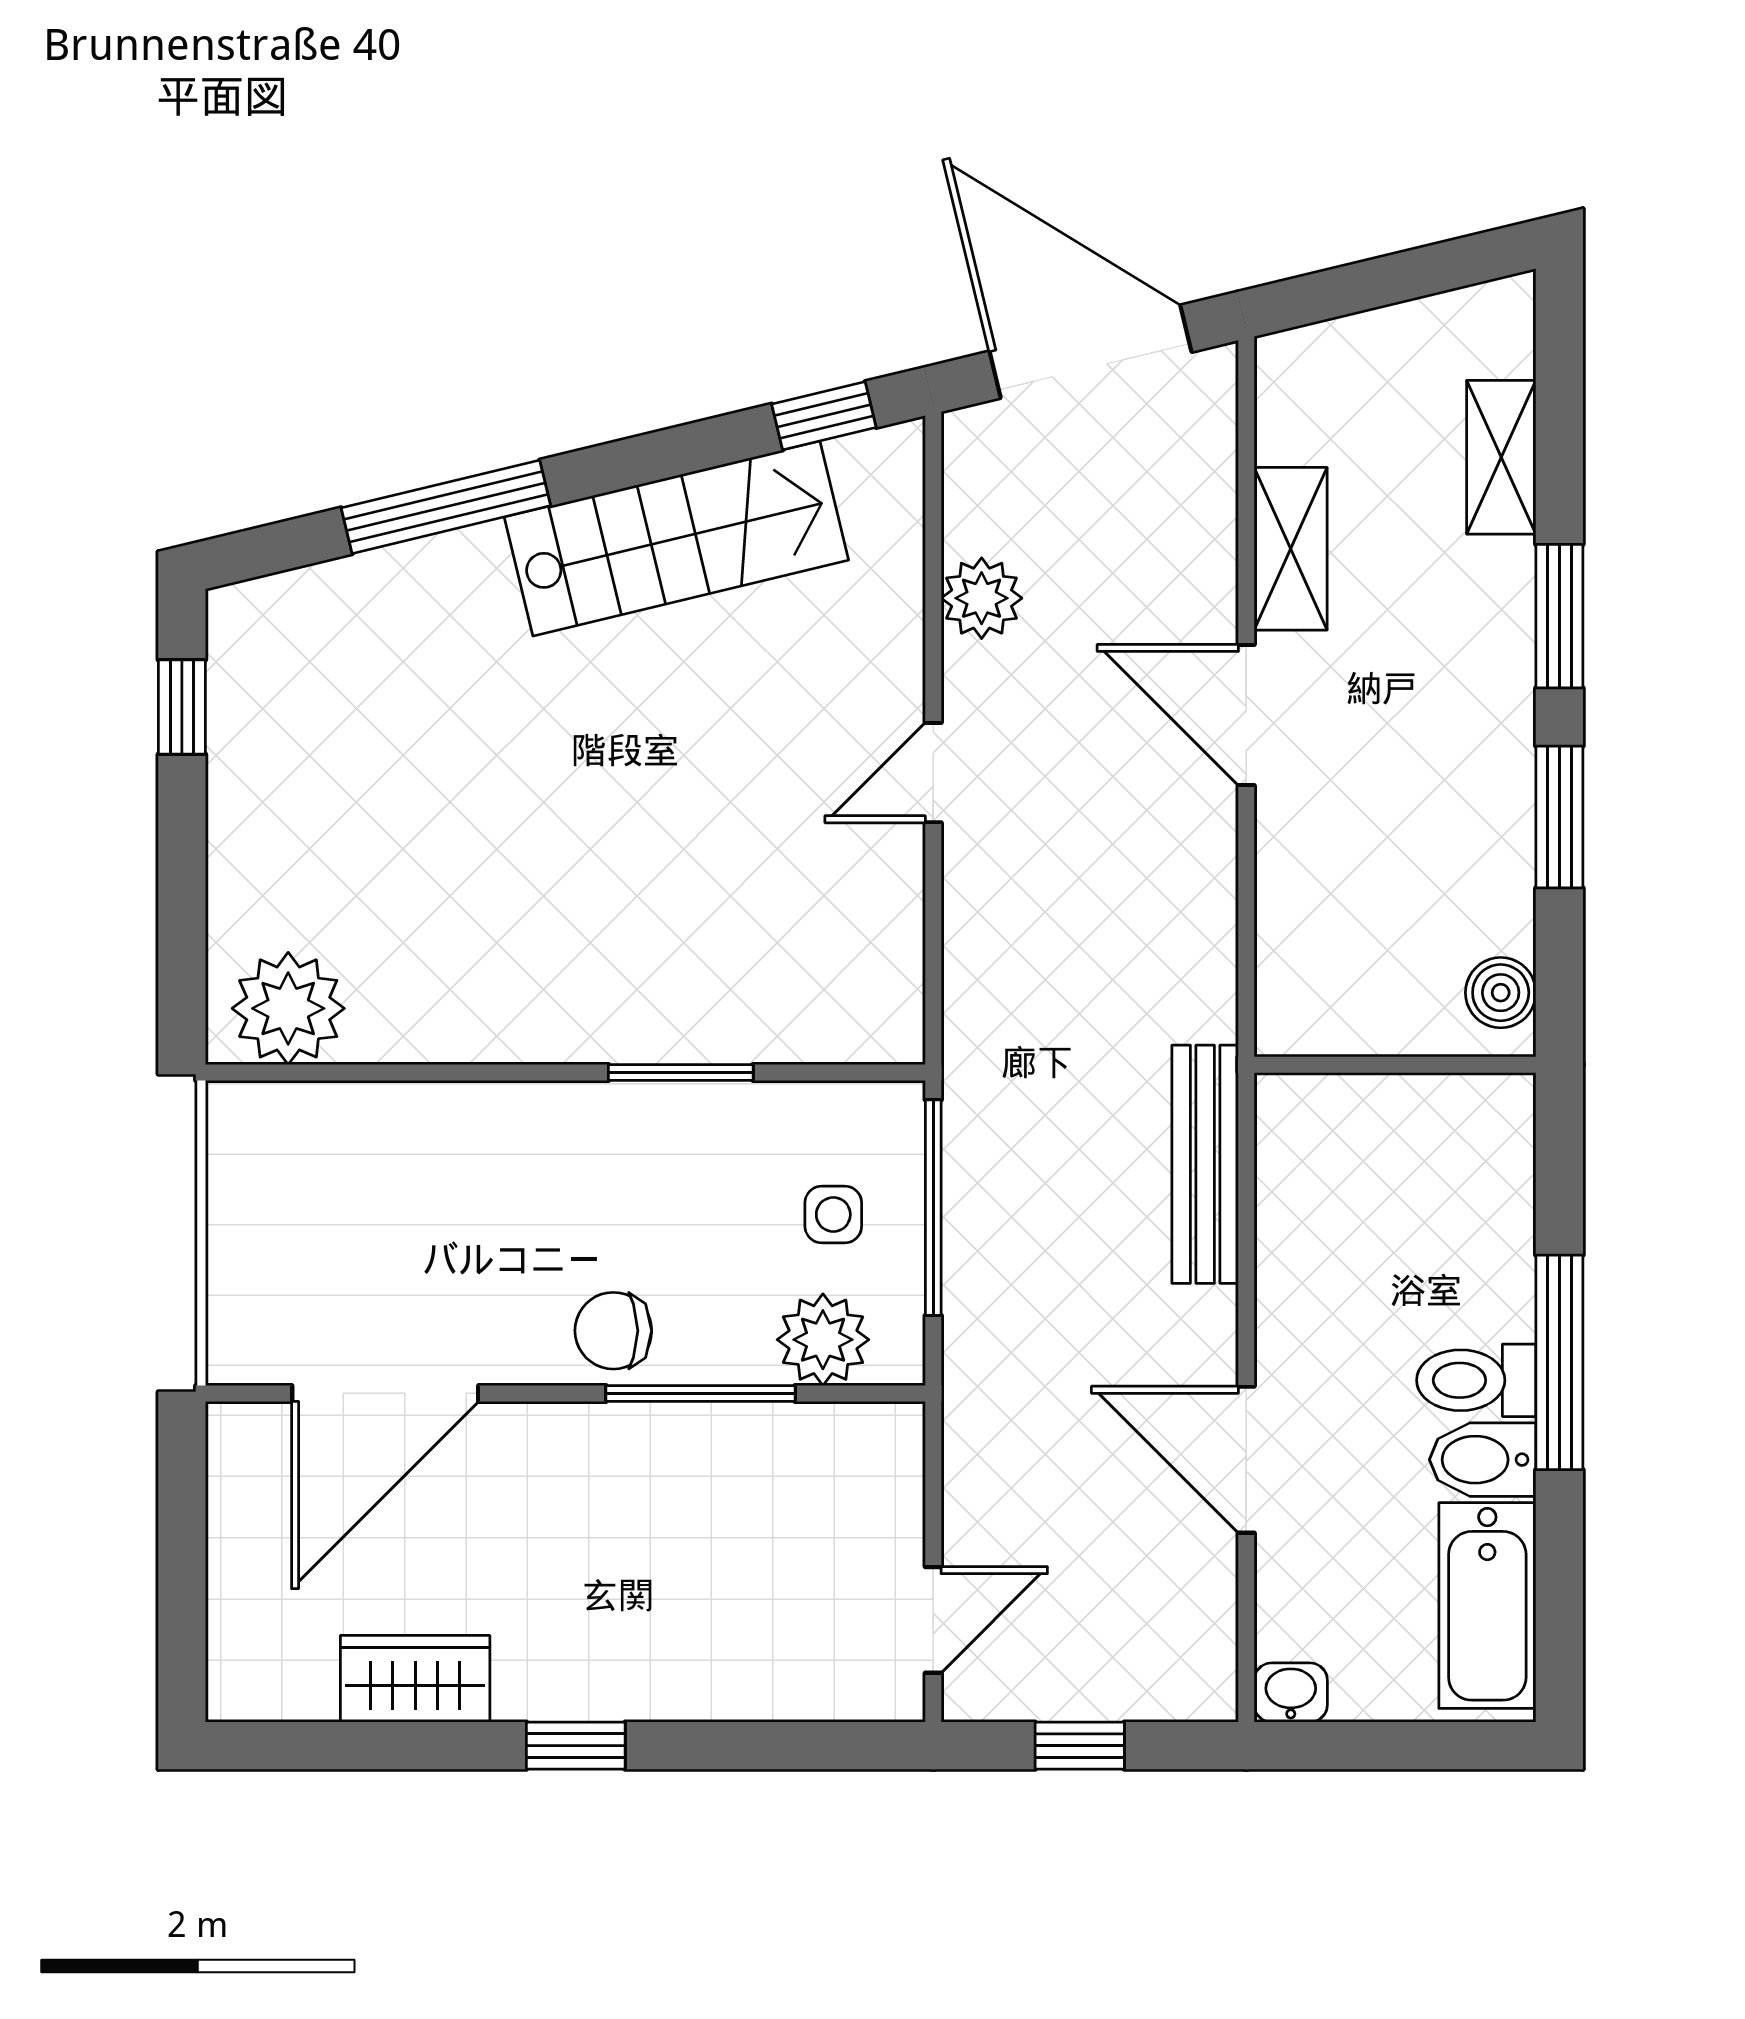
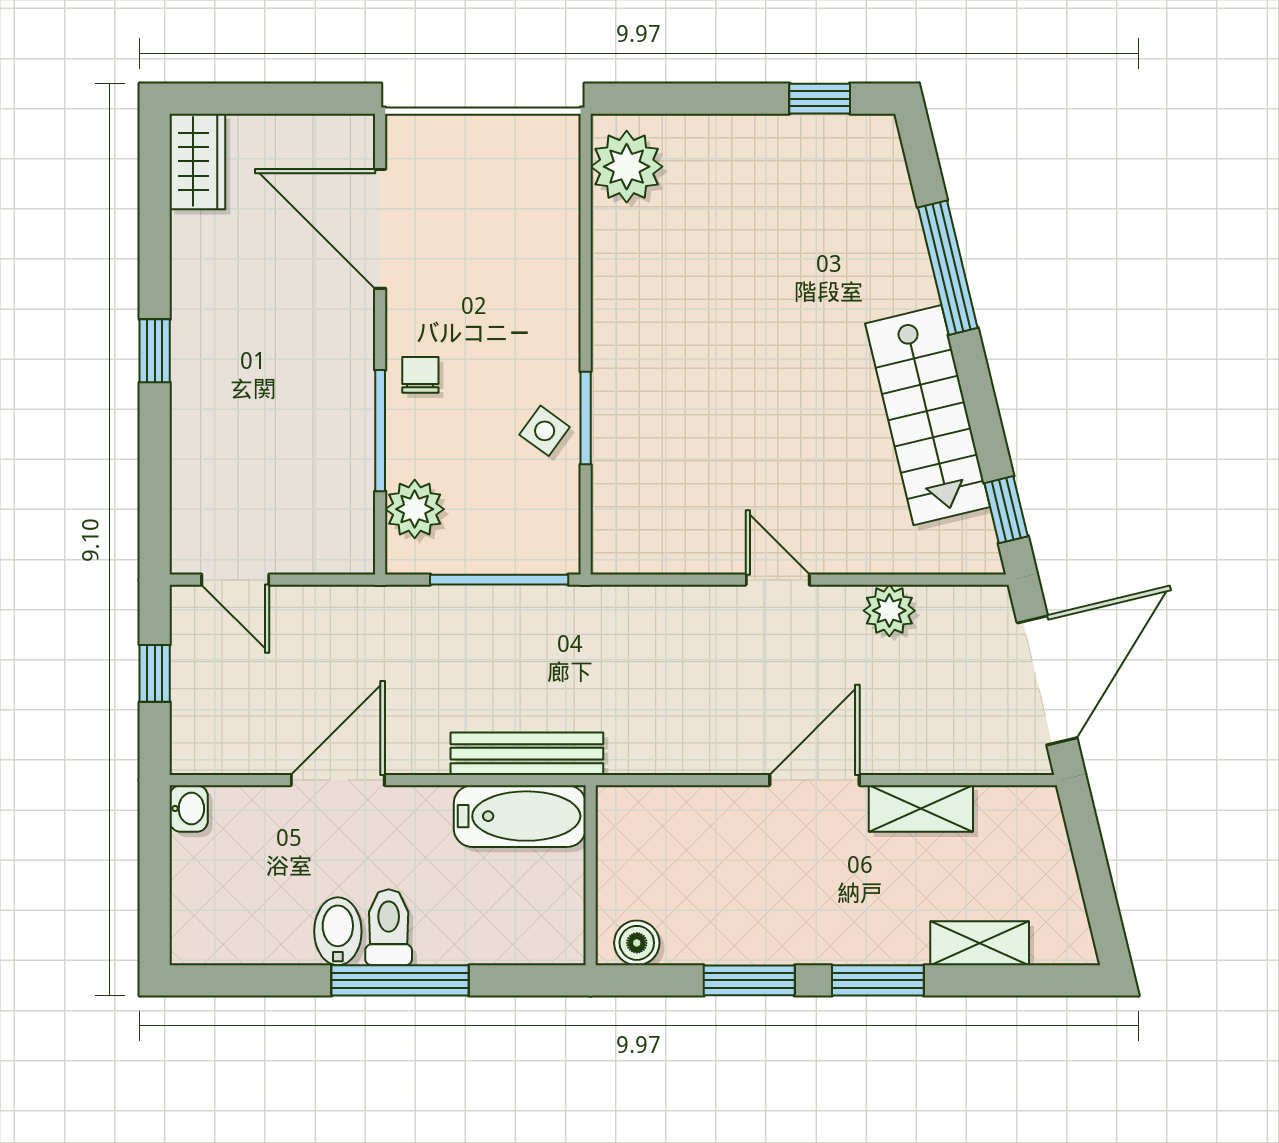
side table: (833, 1215) -> (545, 431), moved, turned 36
chair: (613, 1331) -> (420, 375), width x0.73, depth x0.73
bathtub: (1487, 1606) -> (520, 816), moved, turned 180
wardrobe: (415, 1679) -> (197, 161), moved

